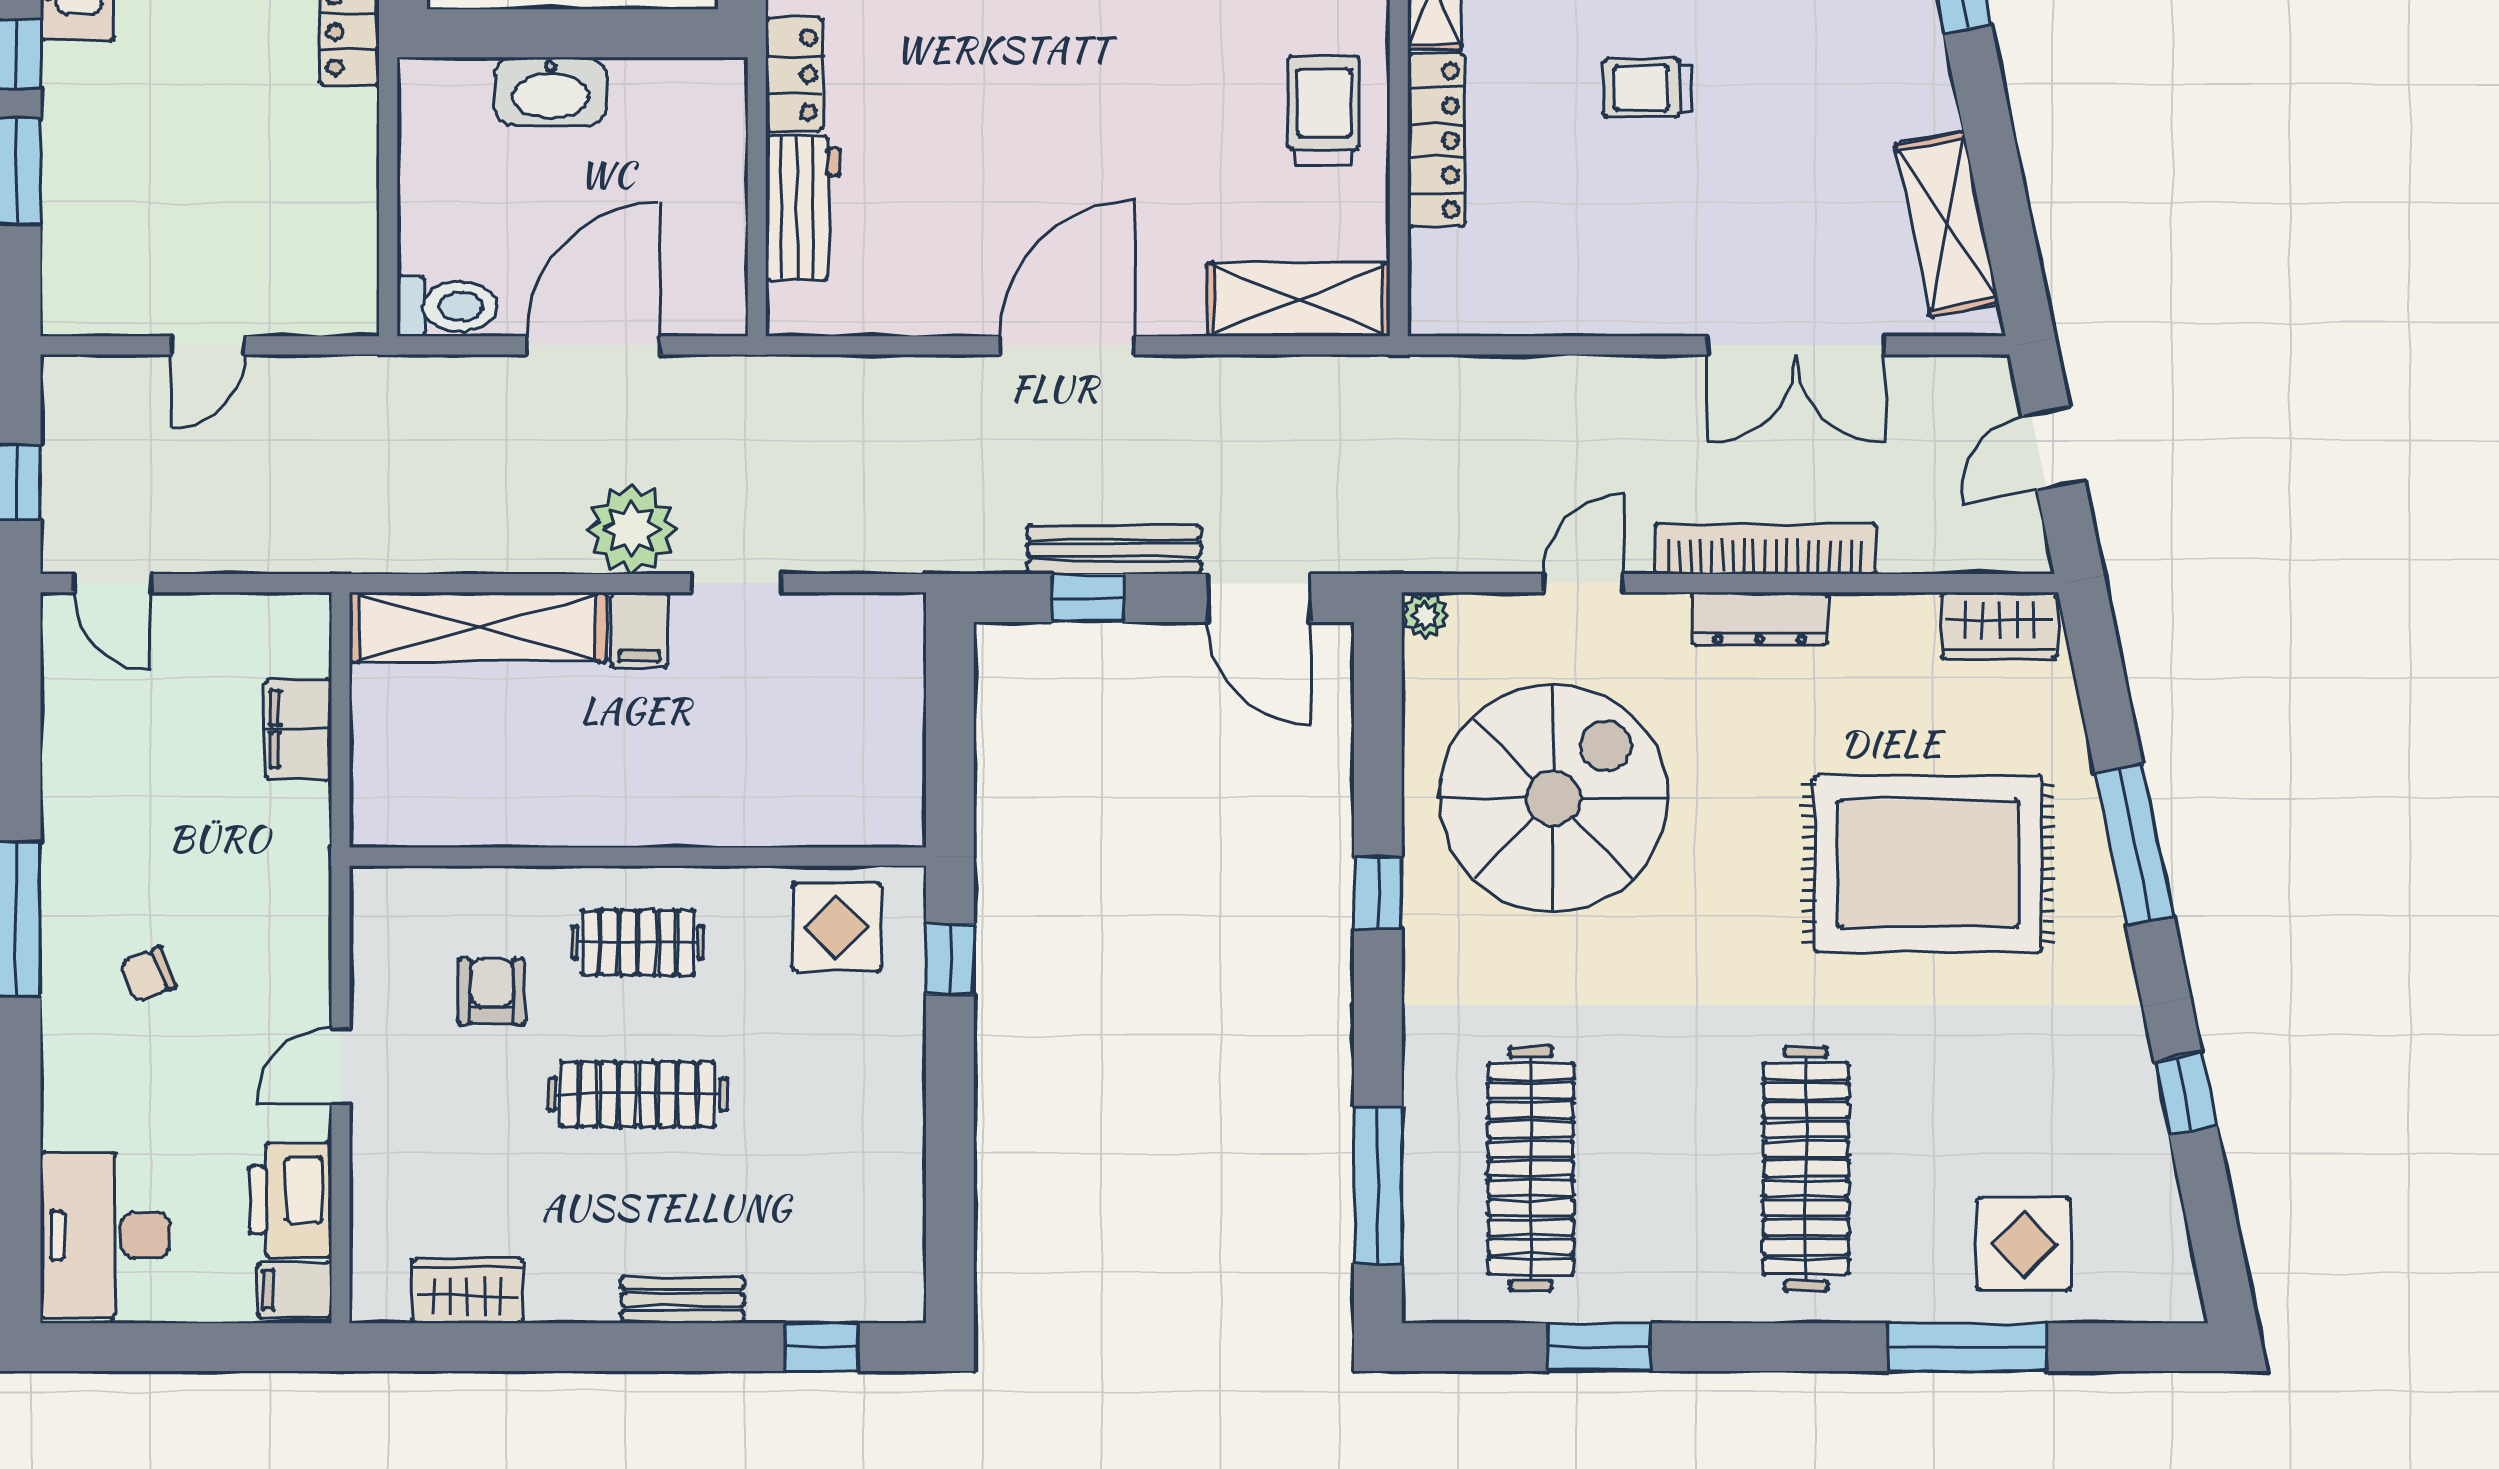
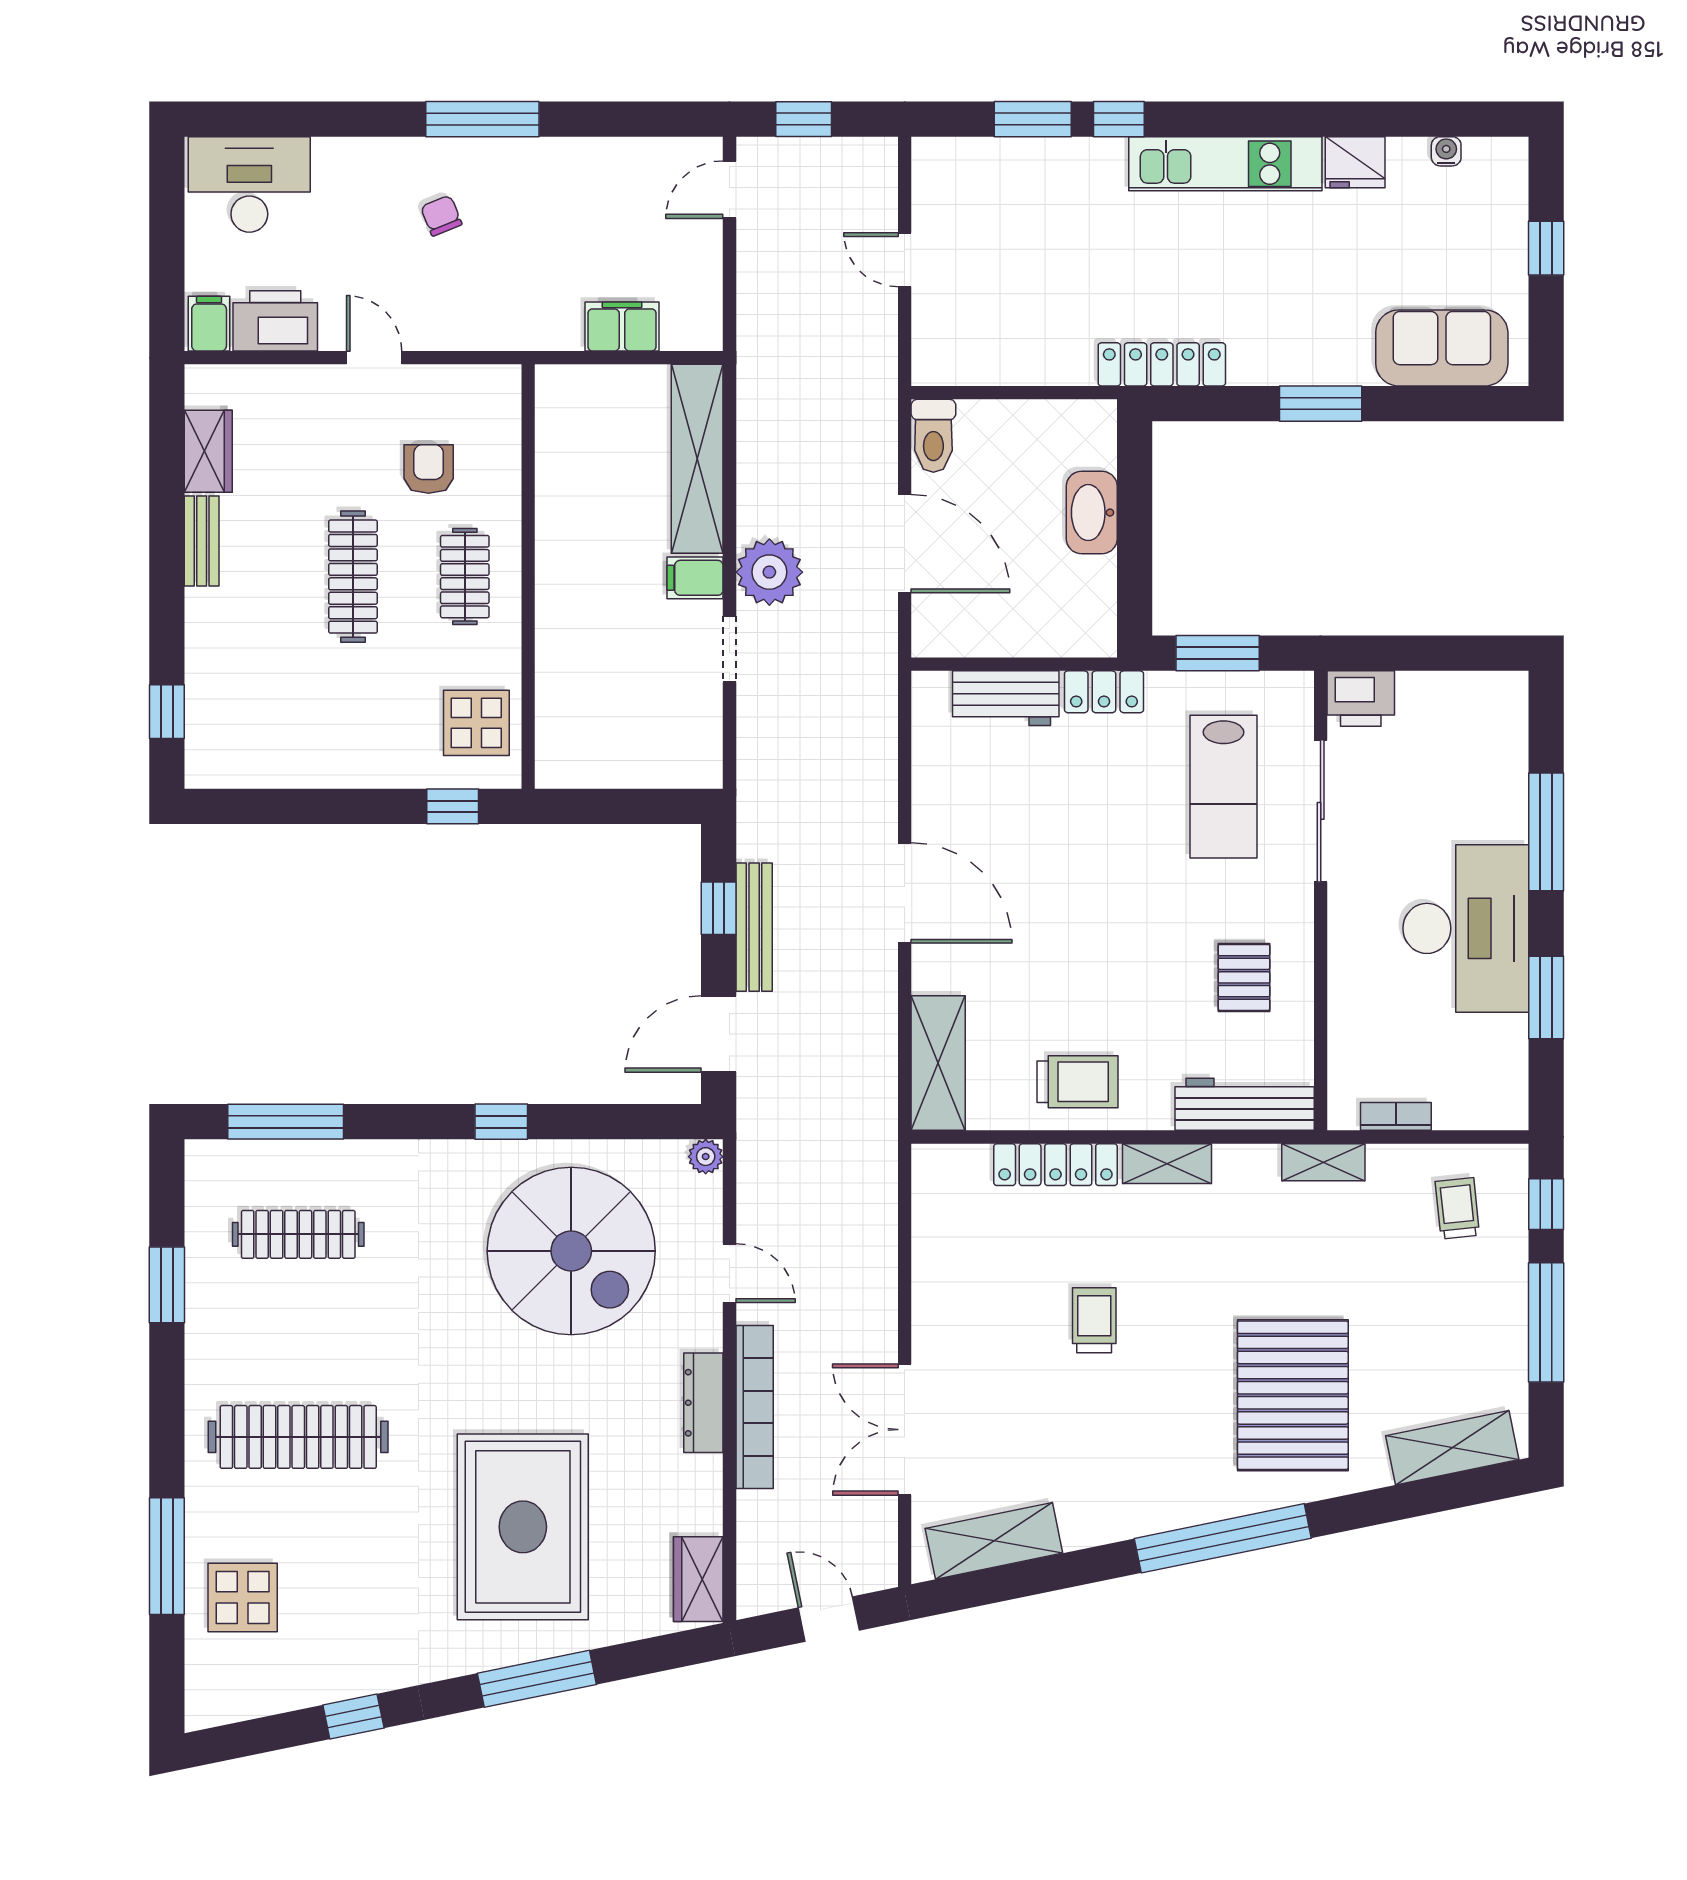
armchair: (492, 992) -> (429, 469), turned -90
clothes rail: (1531, 1169) -> (298, 1234), width x0.73, depth x0.76
bench: (683, 1300) -> (202, 541), moved

